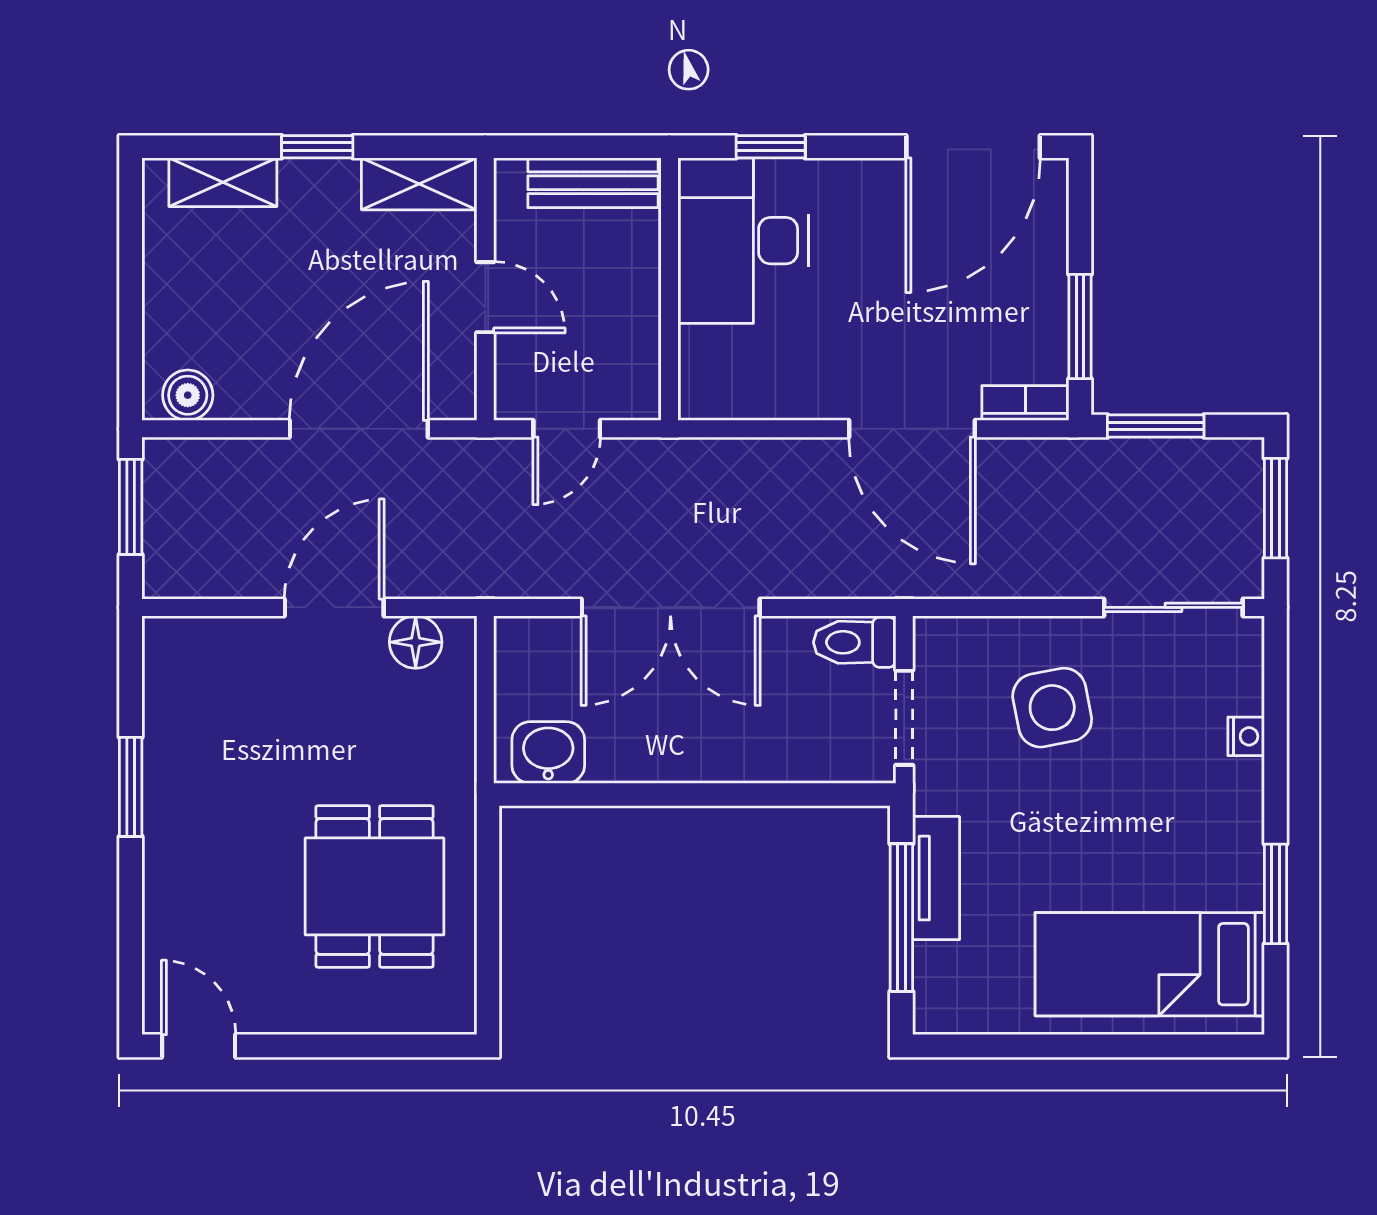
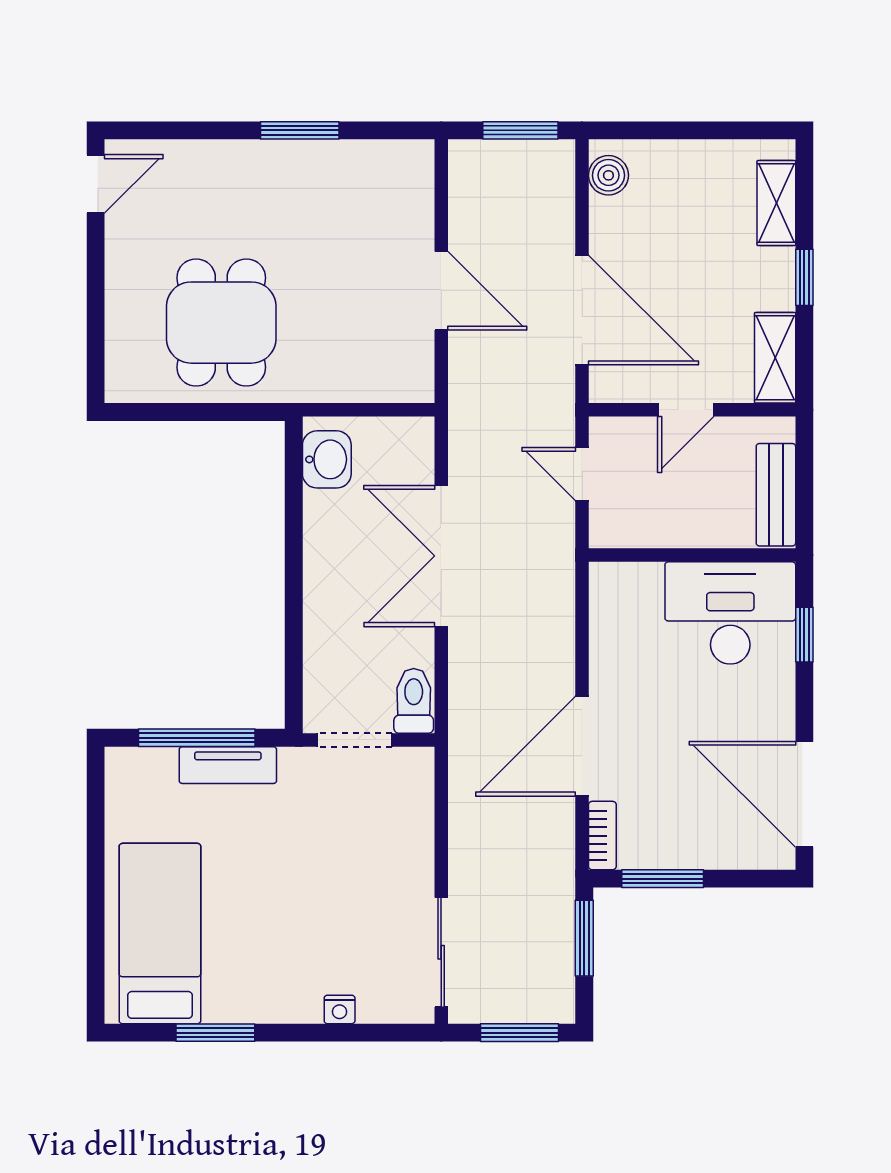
floor lamp: (416, 642) -> (414, 355), removed
side table: (1052, 708) -> (362, 857), removed
dining table: (374, 886) -> (221, 323), turned 90

